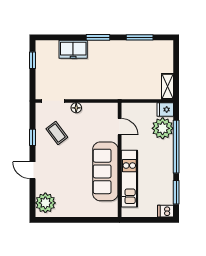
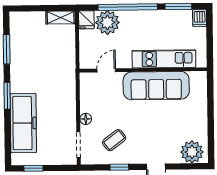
freezer: (73, 49) -> (23, 123), width x1.91, depth x1.26

